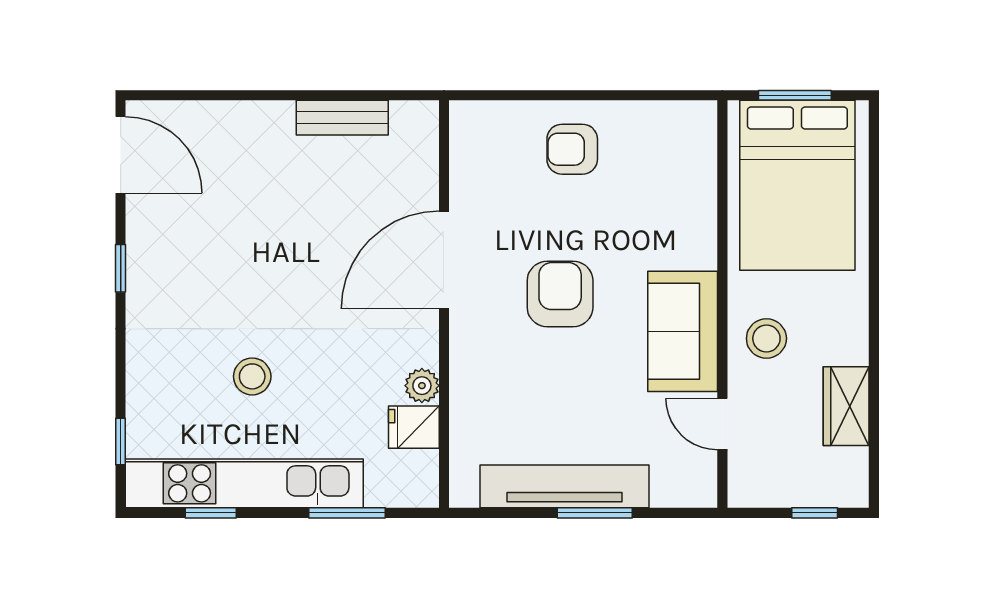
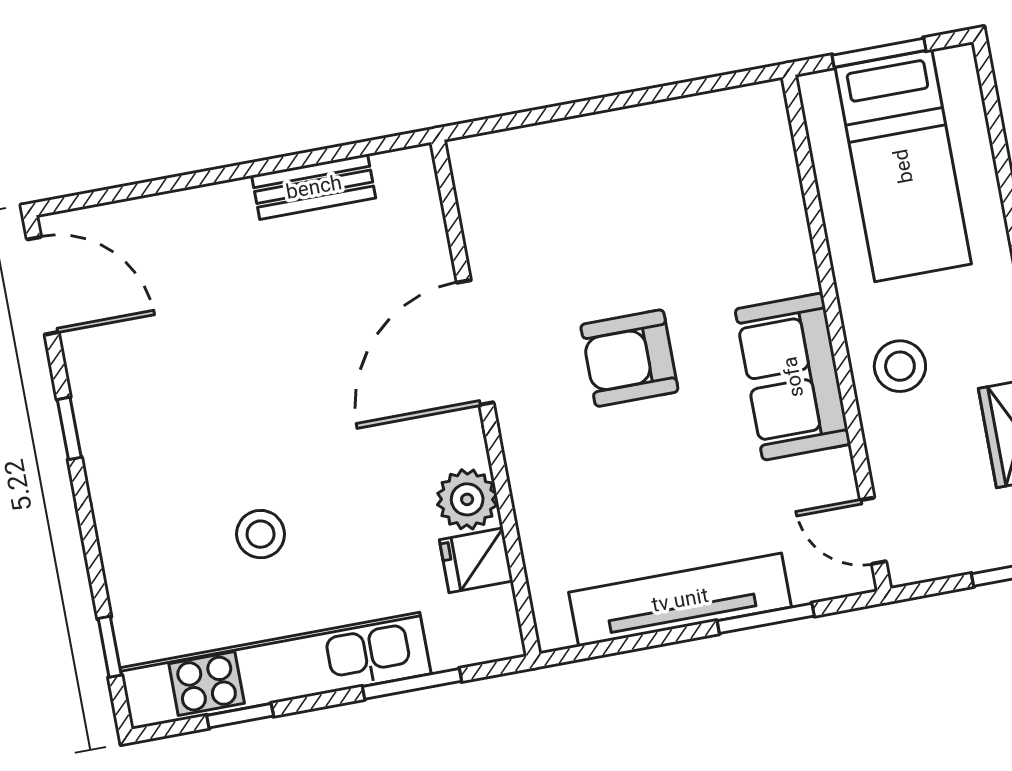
armchair: (572, 149) -> (611, 173), removed
bed: (797, 185) -> (903, 166), width x0.67
armchair: (560, 294) -> (629, 358), turned -90
plant: (422, 386) -> (467, 499), width x1.38, depth x1.38
door: (722, 424) -> (873, 531), moved
window: (595, 513) -> (766, 618), moved

